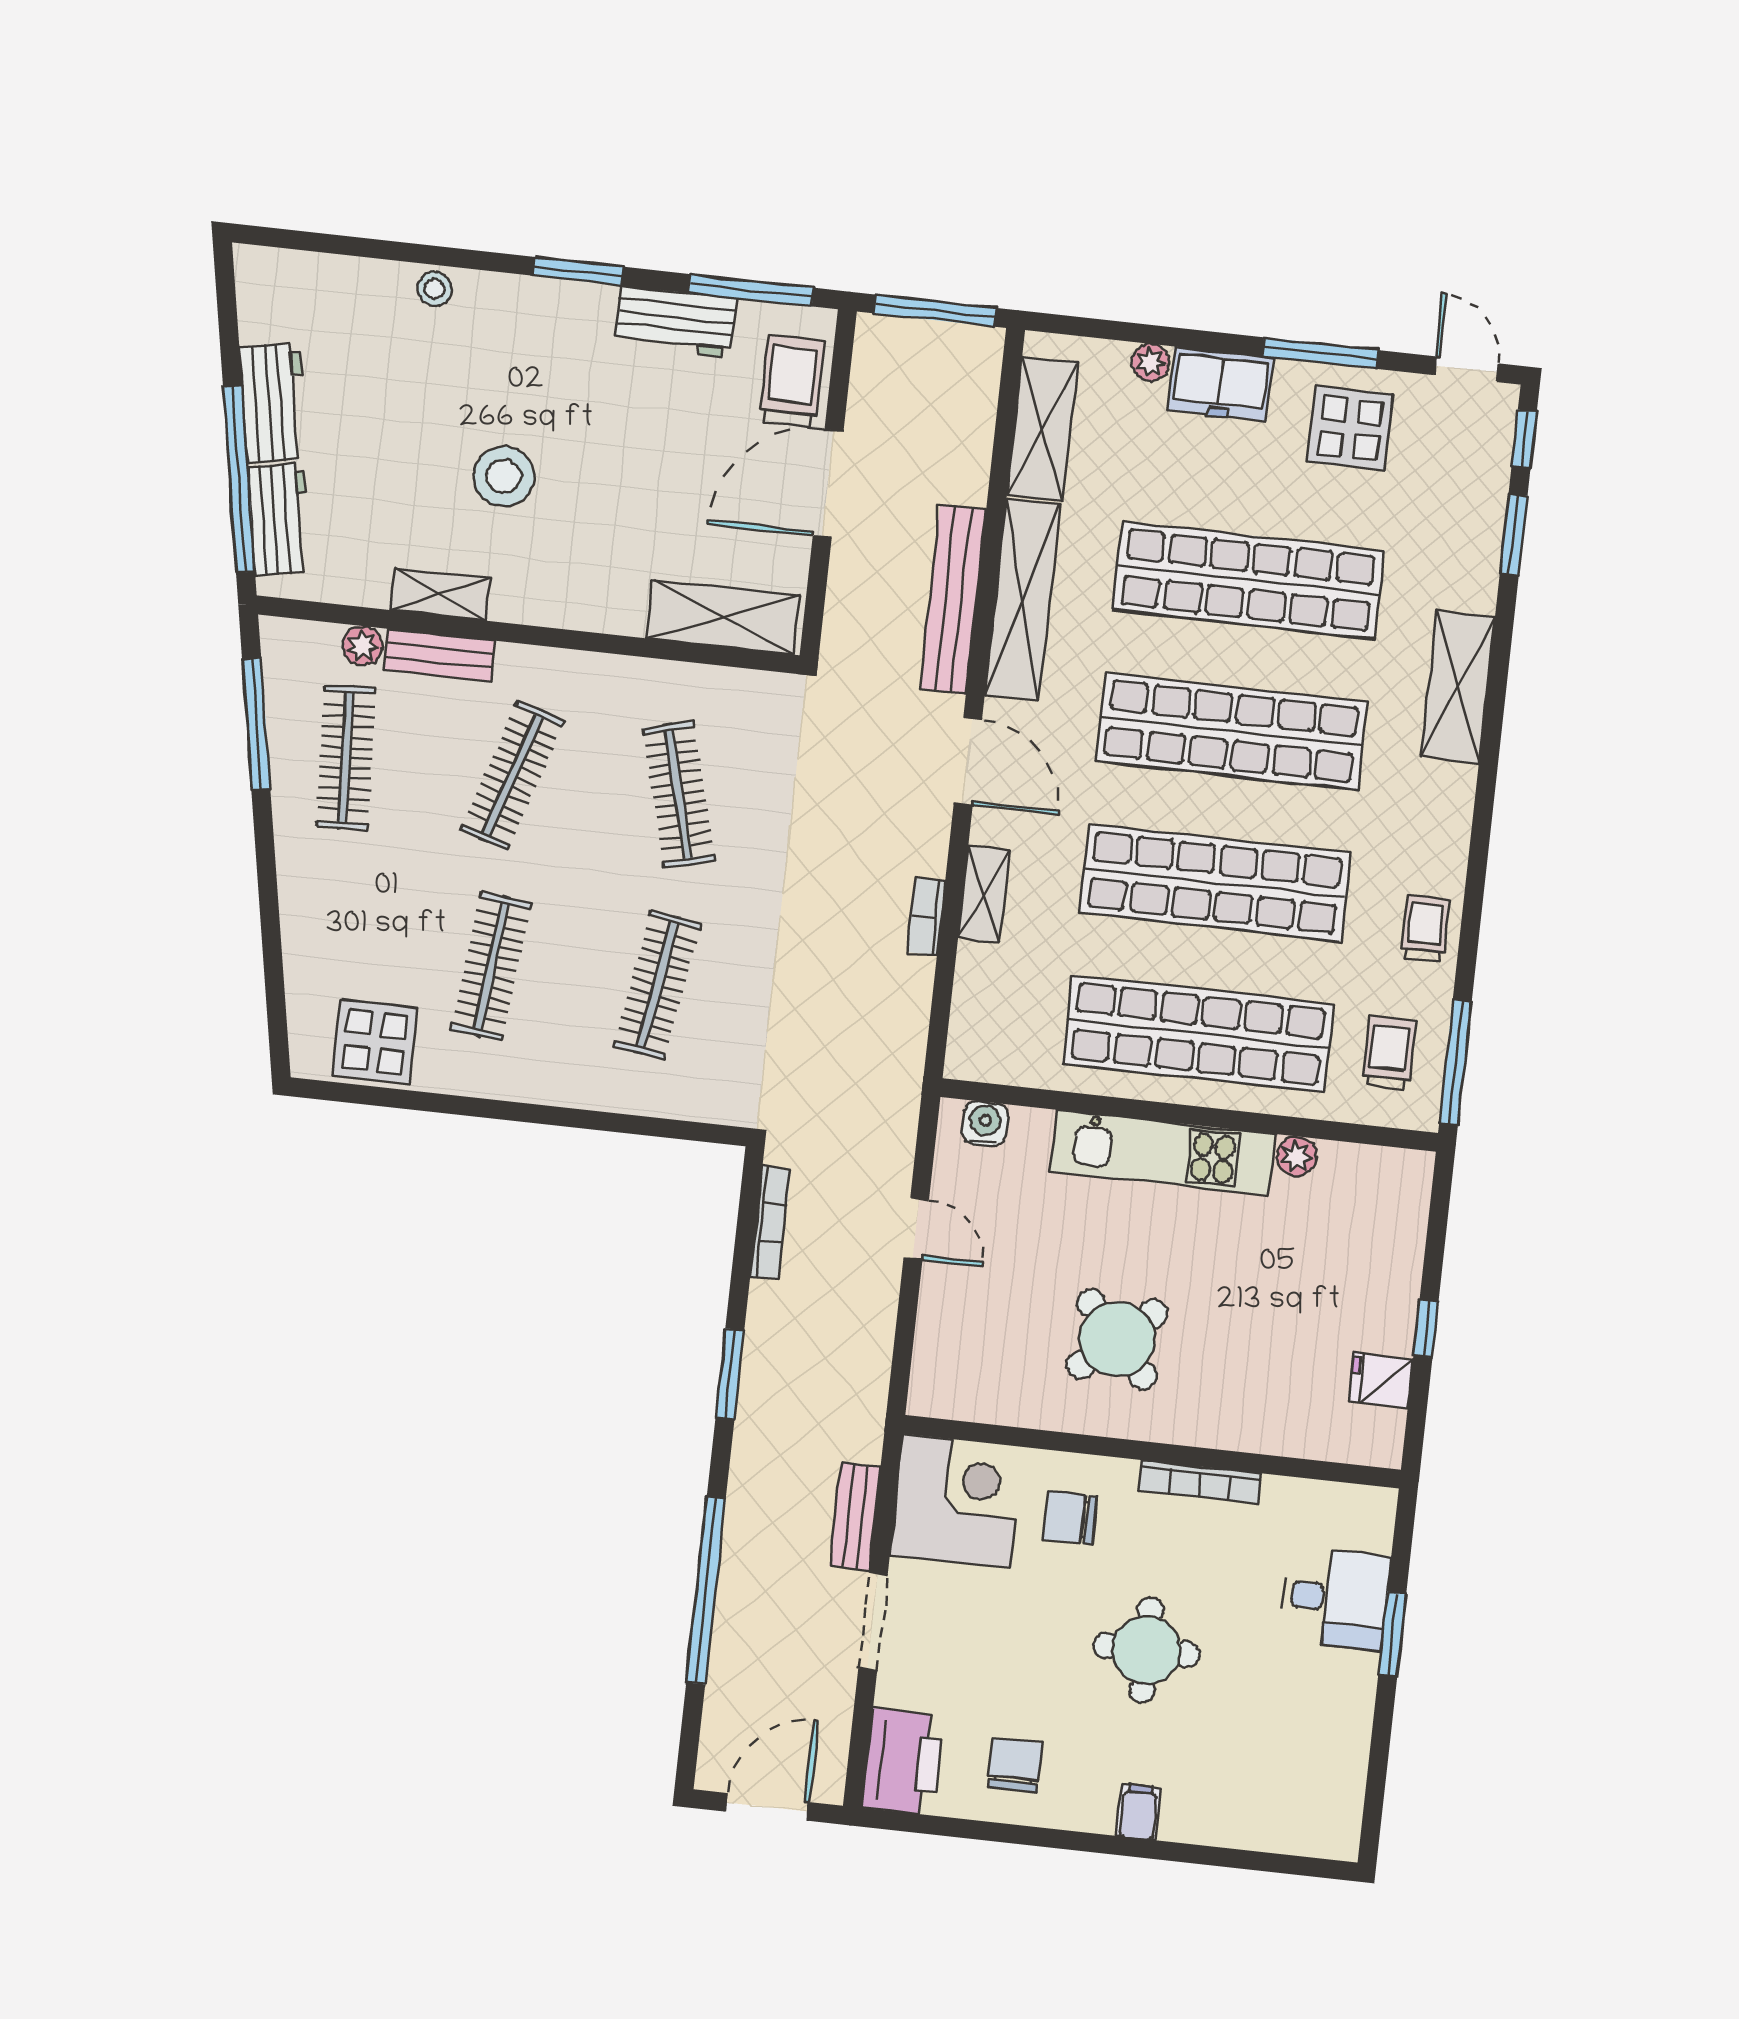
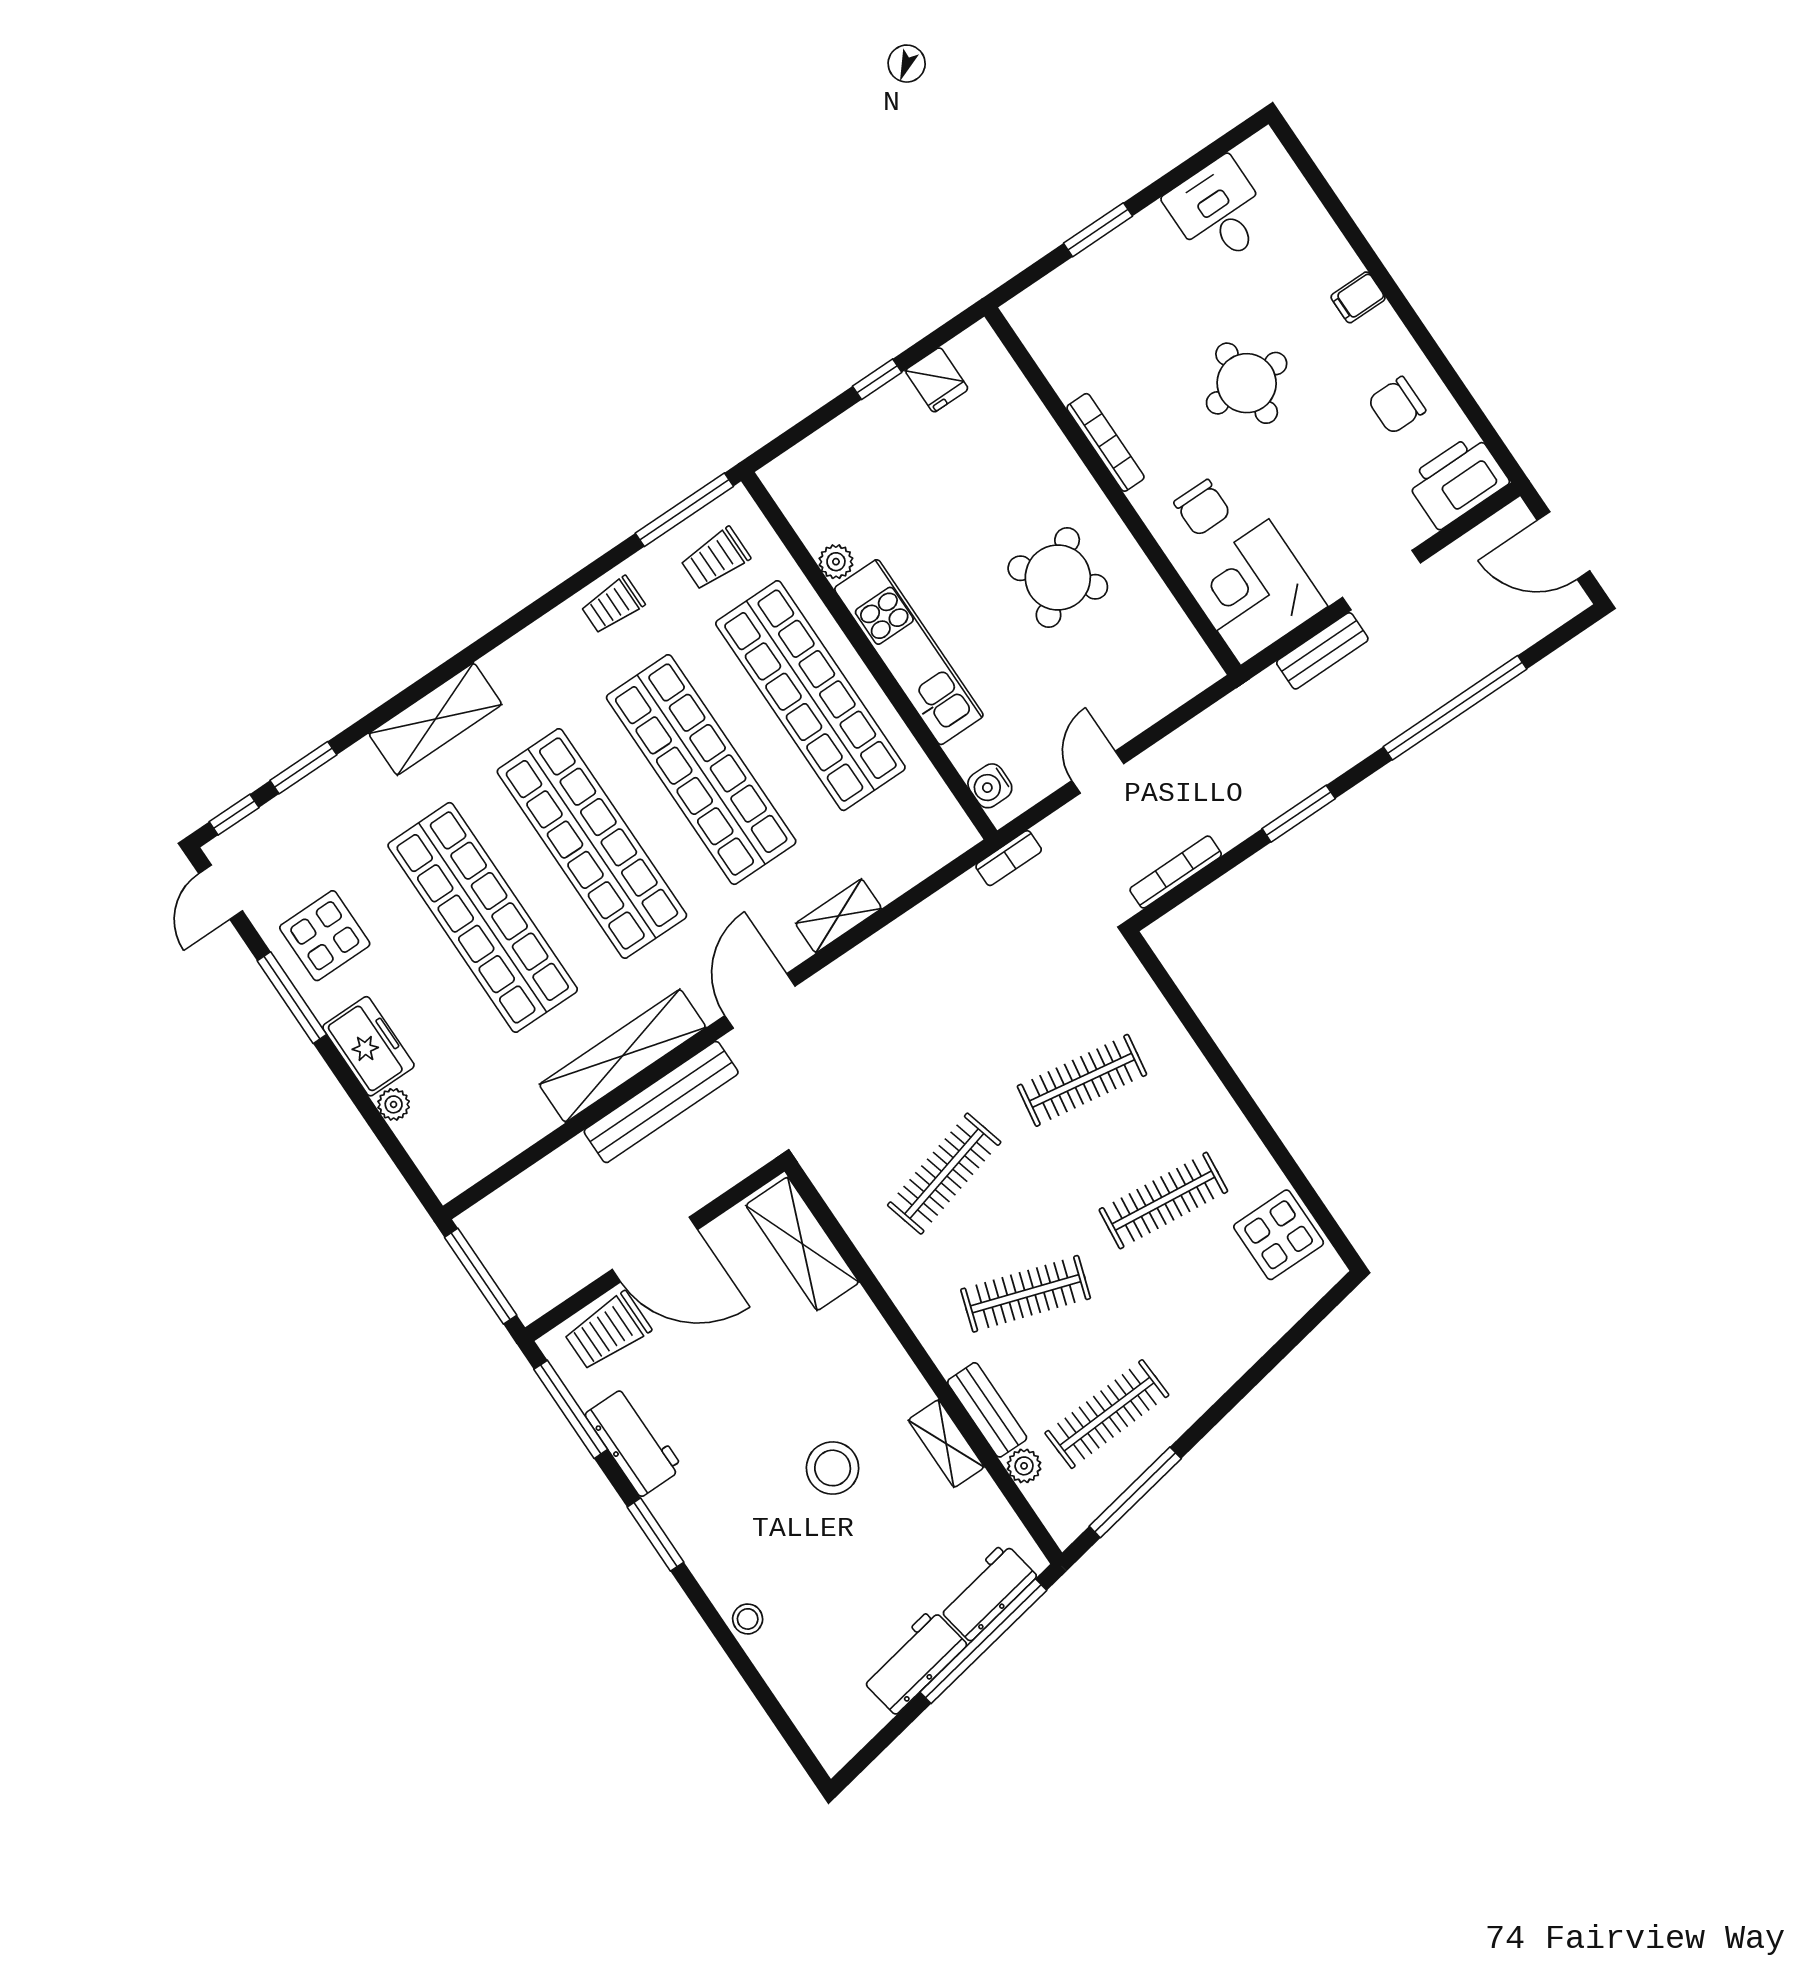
shelving: (1042, 429) -> (498, 1139), removed
bookcase: (926, 917) -> (1009, 858), moved
desk: (1335, 1598) -> (1219, 212), moved

